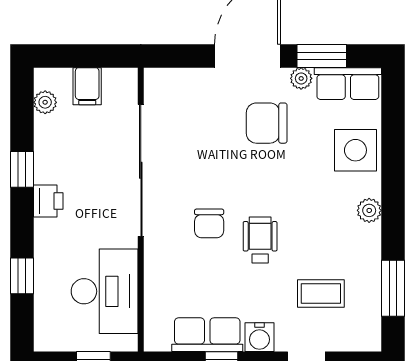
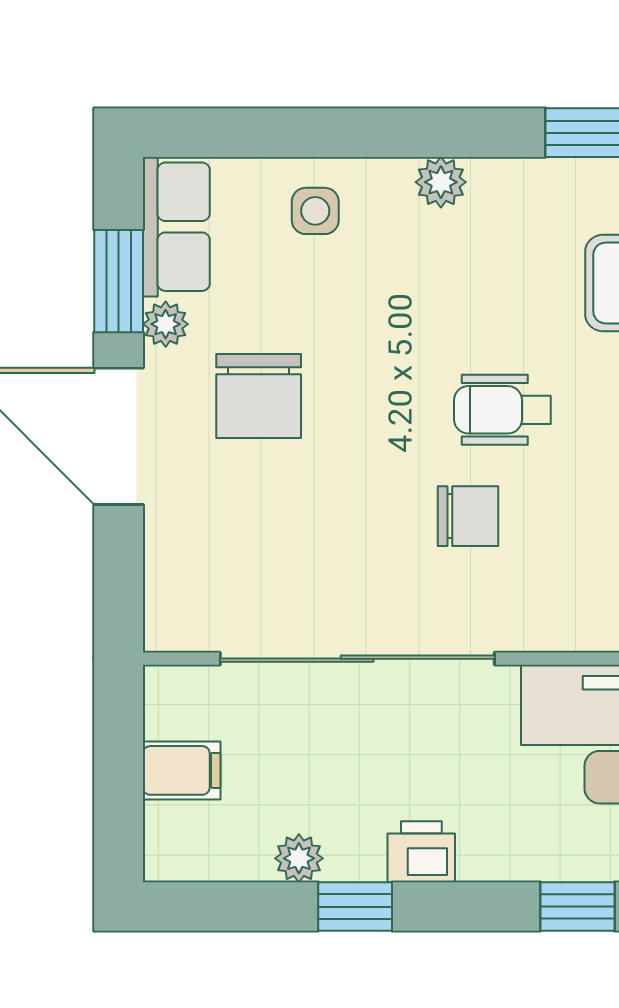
plant: (45, 102) -> (299, 858), moved
side table: (355, 150) -> (315, 211), width x0.54, depth x0.54

